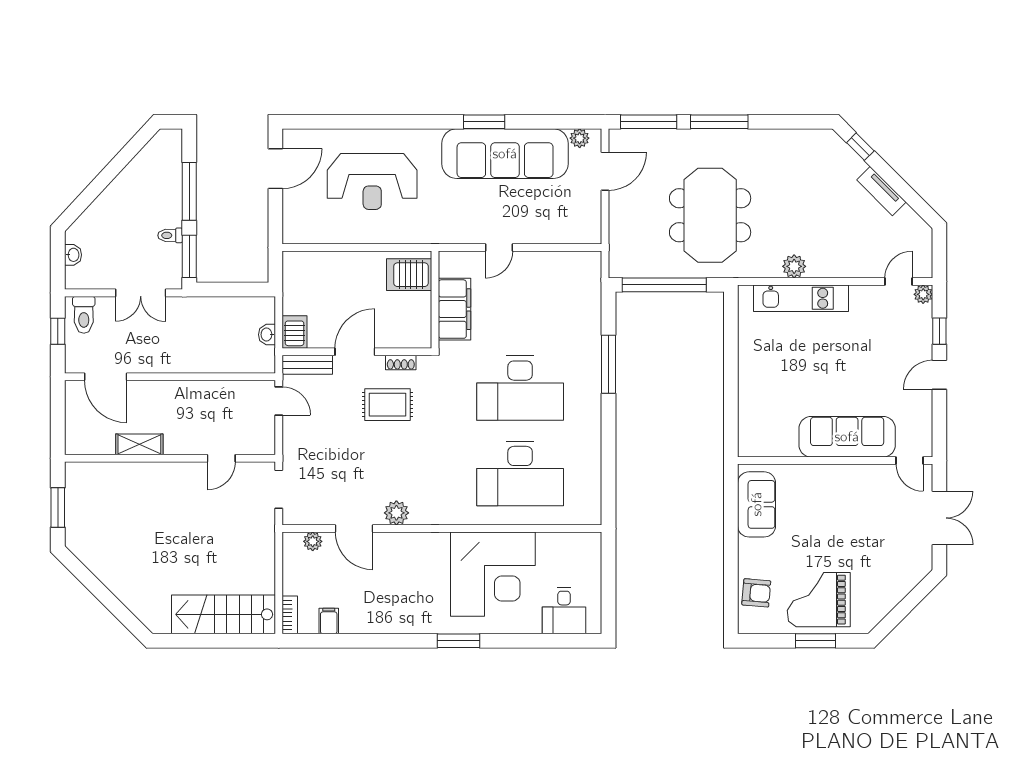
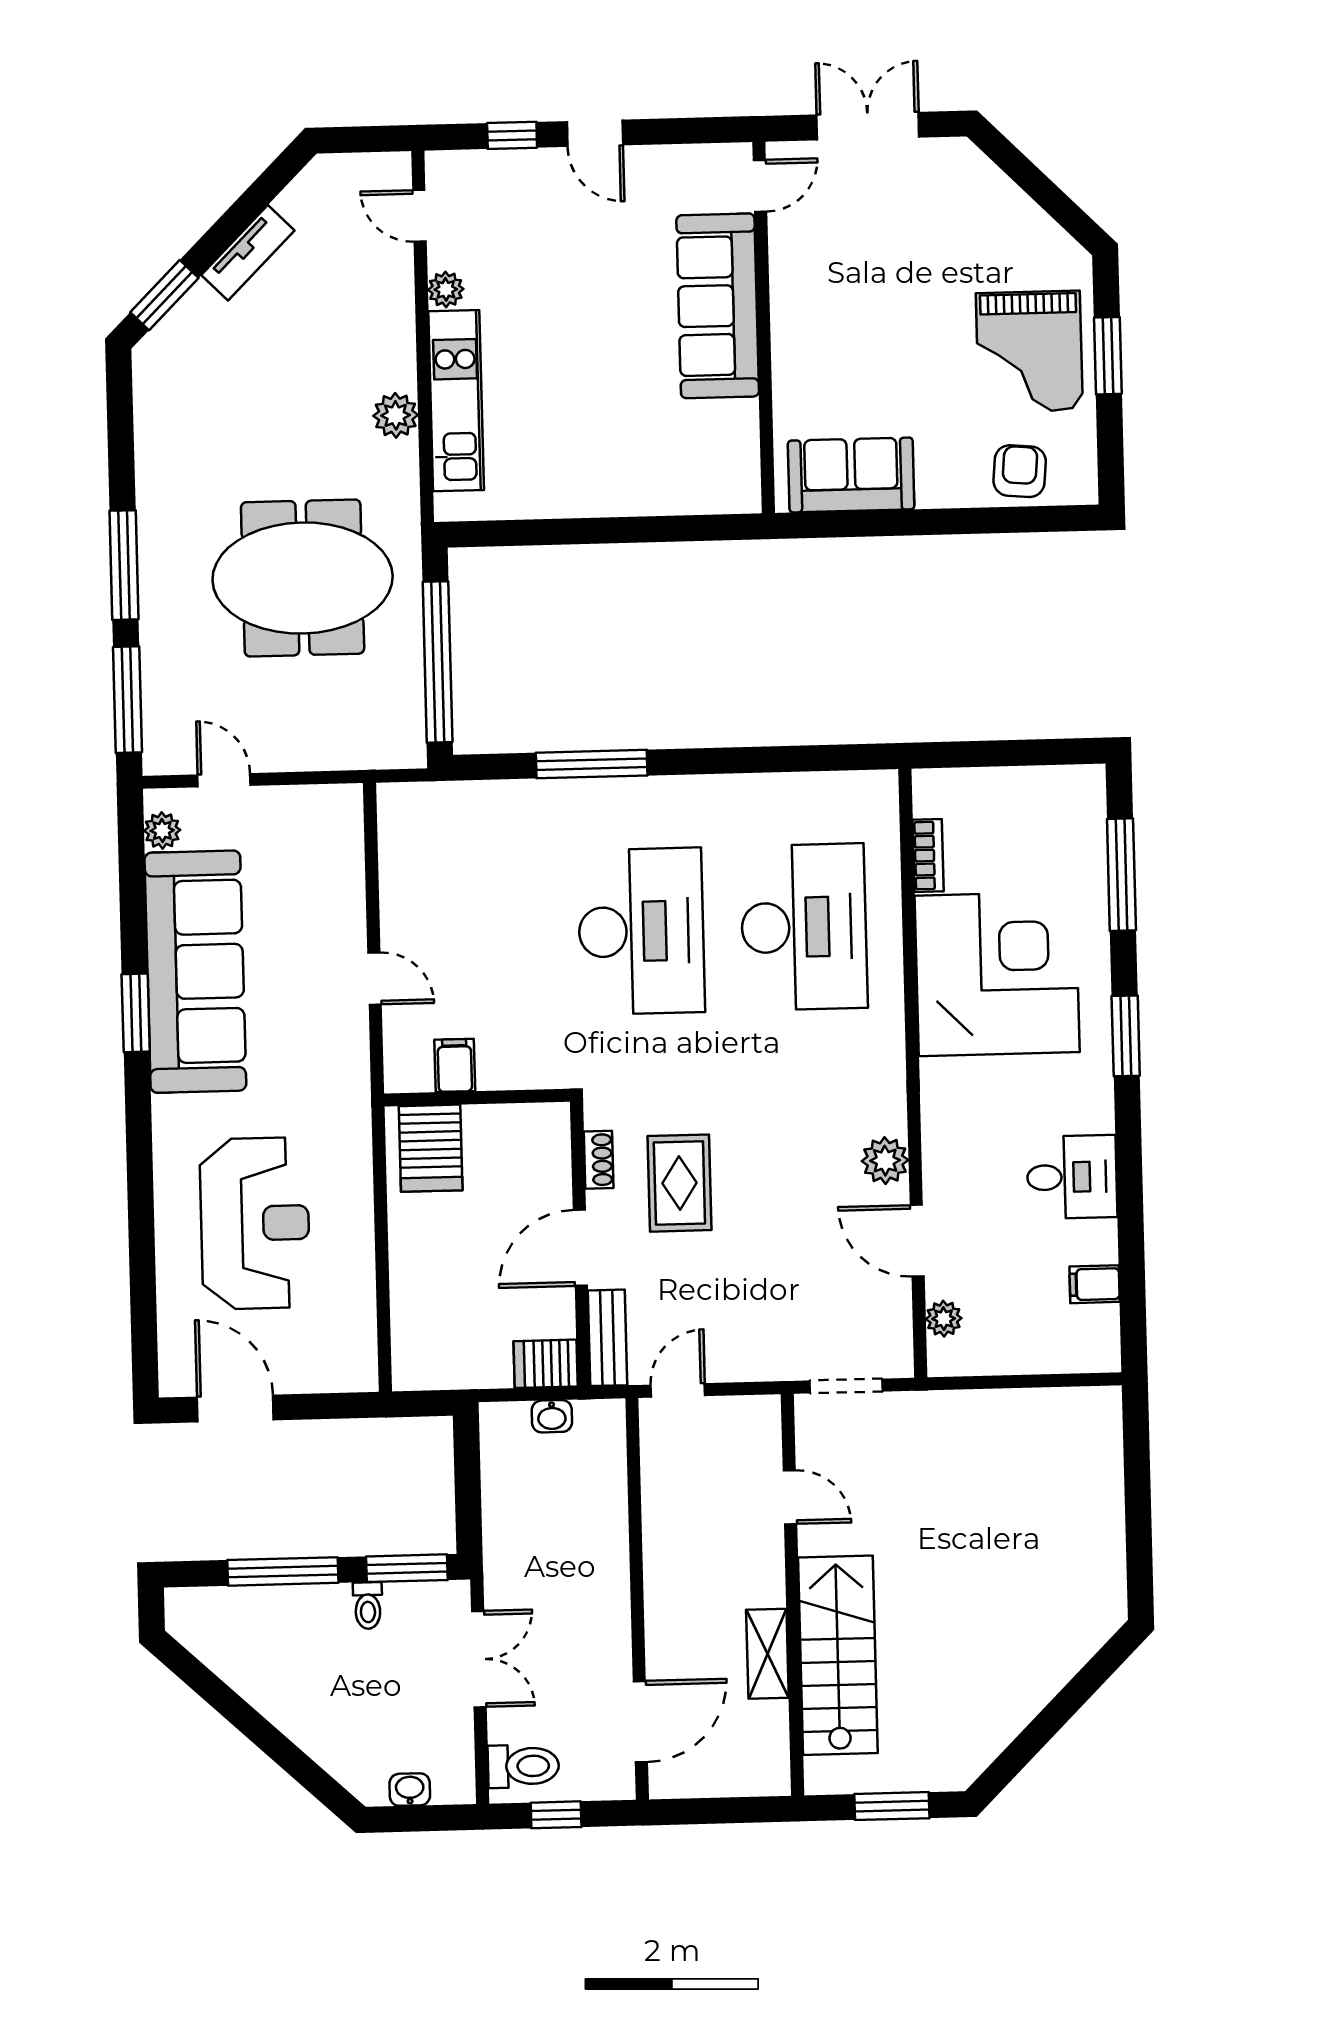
window: (860, 147) -> (164, 295), width x1.50
door: (605, 171) -> (224, 780), width x0.73
plant: (923, 294) -> (446, 289), moved
filing cabinet: (455, 309) -> (455, 1065), width x0.33, depth x0.86
door: (355, 352) -> (580, 1248), hinge flipped
door: (354, 529) -> (917, 1241), swing flipped
desk: (564, 611) -> (1072, 1177), moved
stairs: (223, 614) -> (838, 1655), moved, turned 180
bookcase: (290, 615) -> (928, 855), moved, turned 90
window: (543, 641) -> (1121, 875), added

